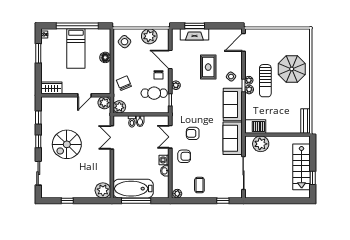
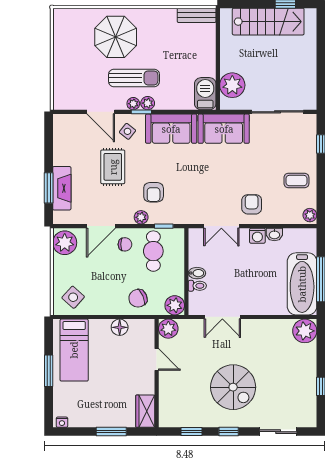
window: (77, 26) -> (49, 371), width x0.47
plant: (149, 36) -> (65, 243), moved
door: (243, 42) -> (101, 112), moved
bed: (76, 49) -> (74, 350), moved, turned 90
window: (38, 53) -> (111, 432), moved
floor lamp: (105, 57) -> (120, 327), moved
rug: (208, 67) -> (113, 167), turned 90
armchair: (193, 133) -> (154, 192), moved

